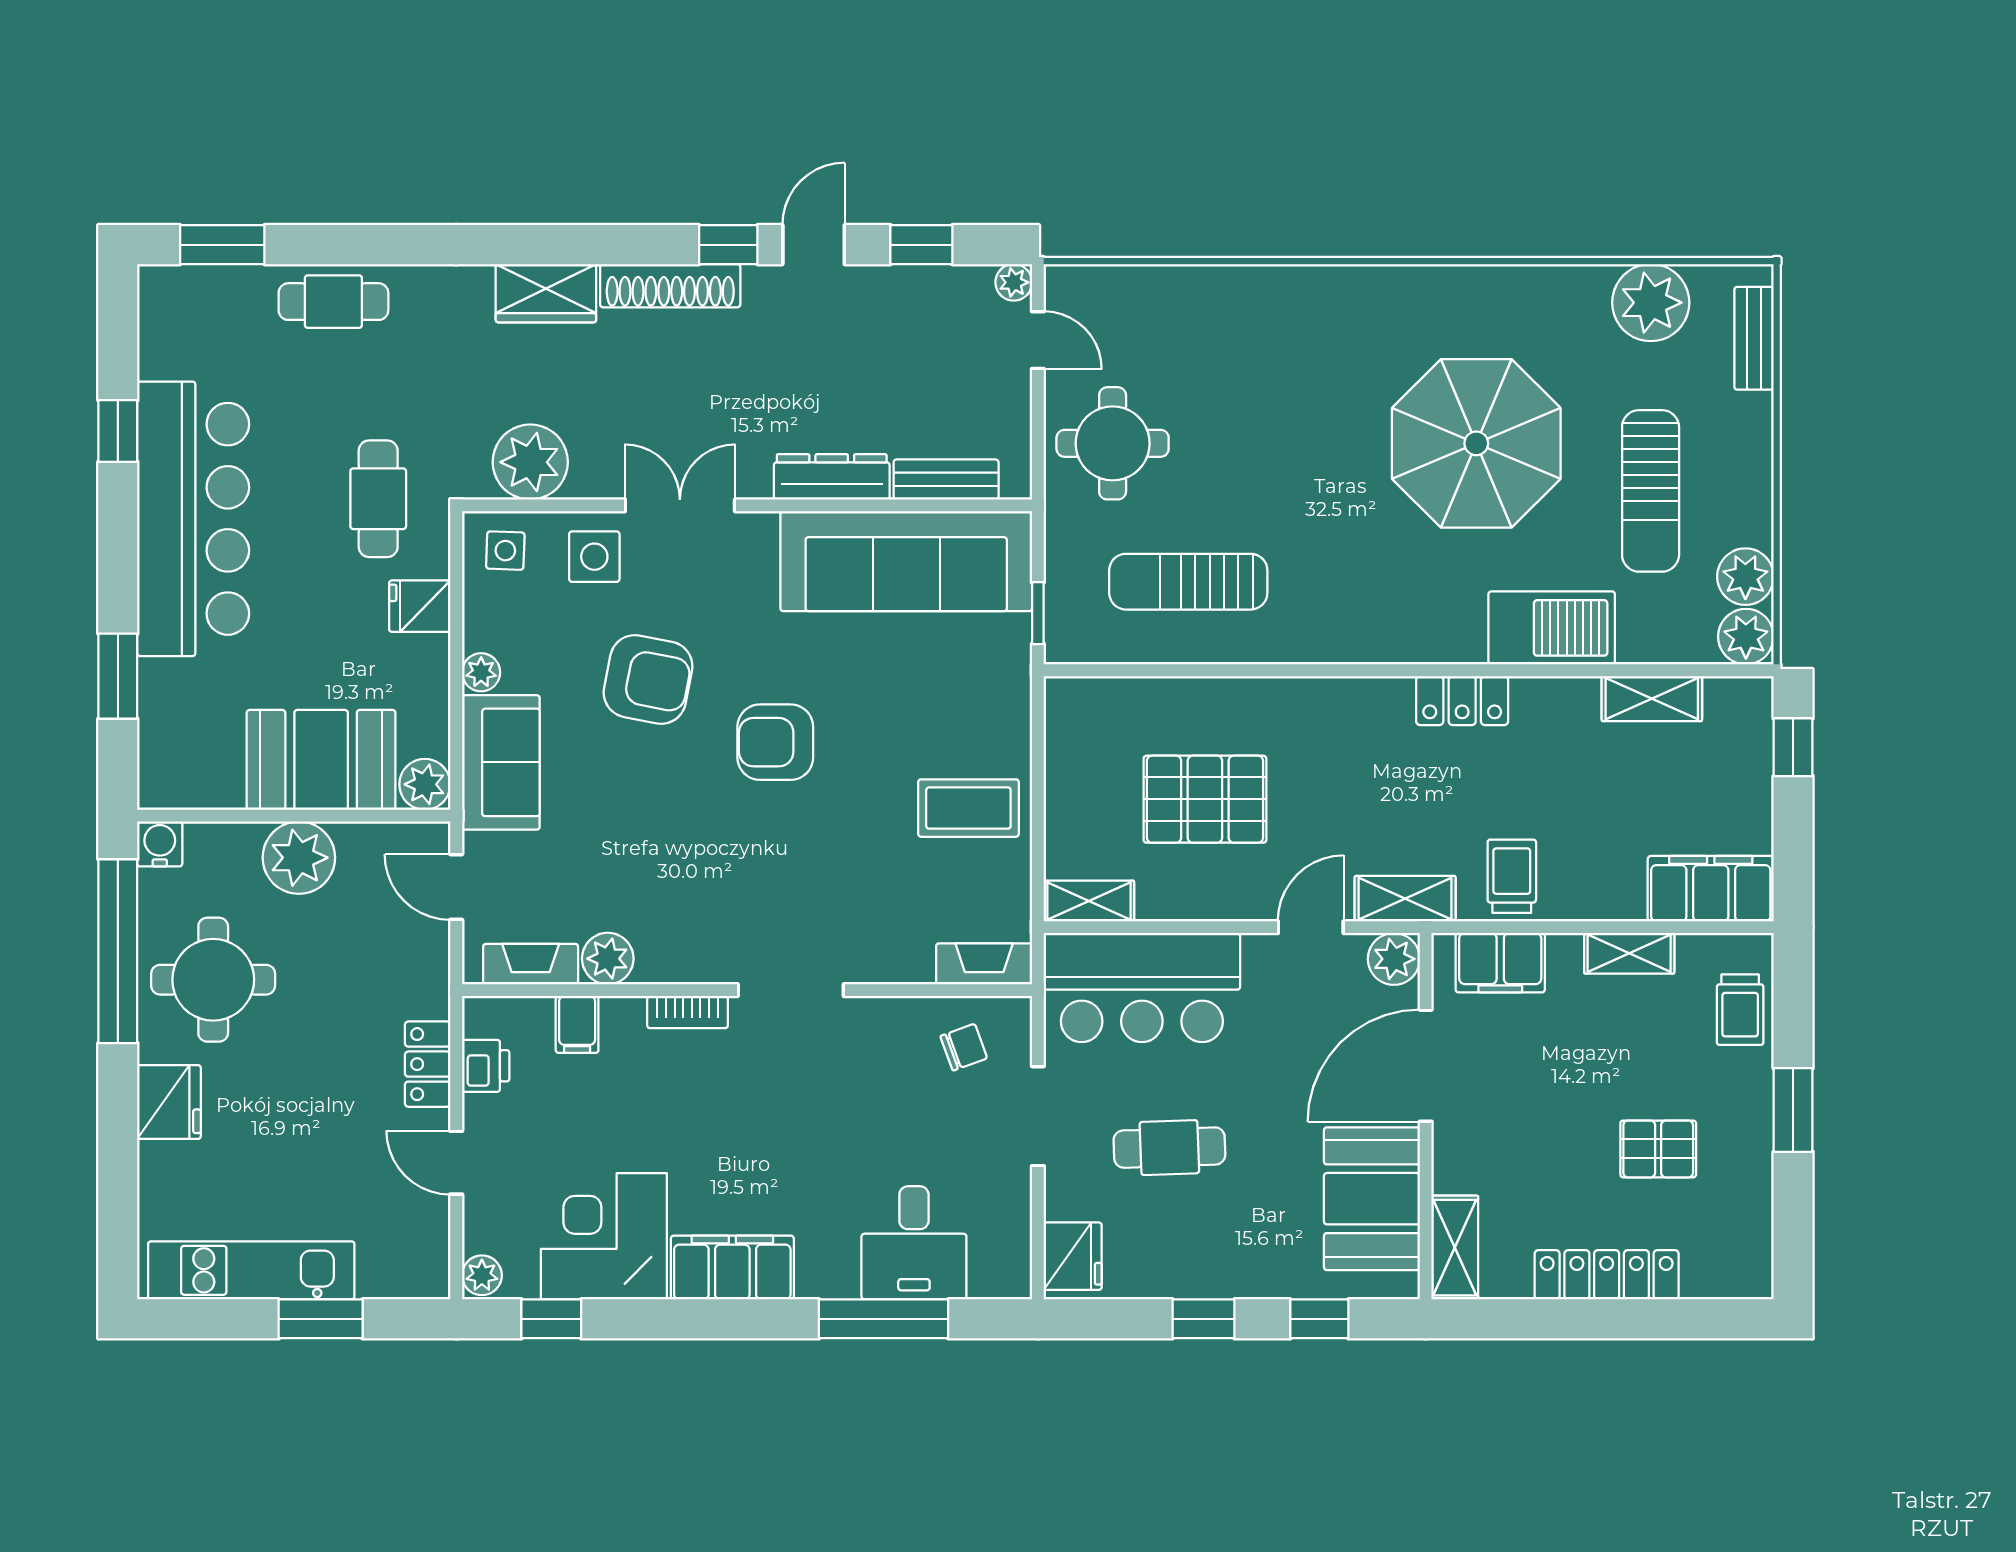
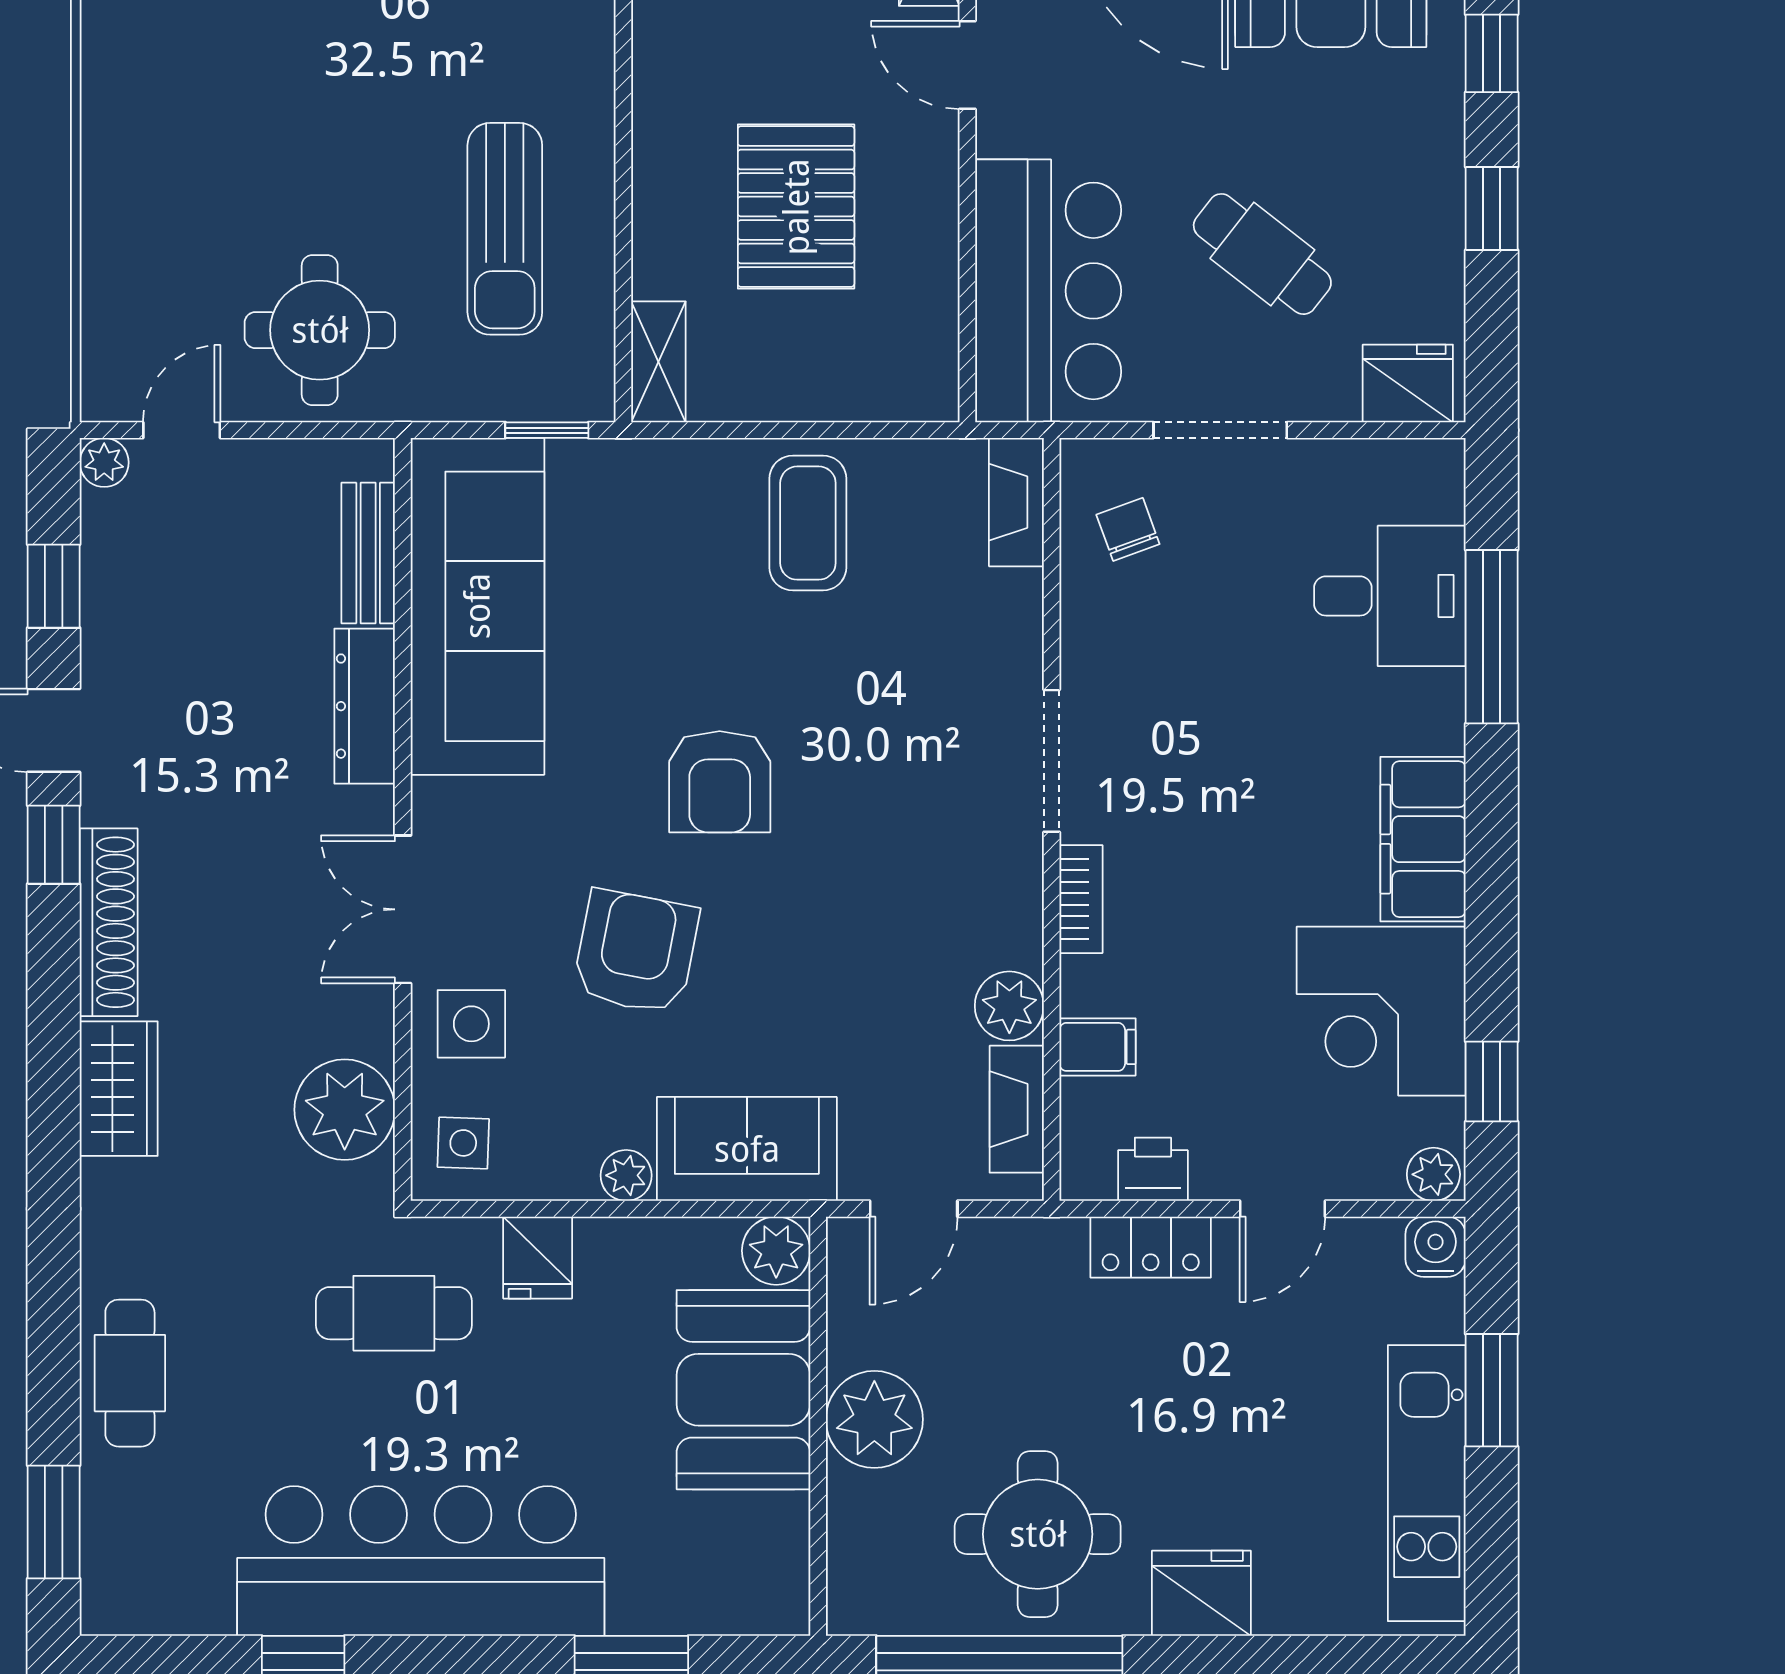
water cooler: (160, 844) -> (1435, 1247), moved, turned 90
shelving: (1089, 901) -> (658, 362), moved
cafe table: (1169, 1148) -> (1262, 254), turned -50

